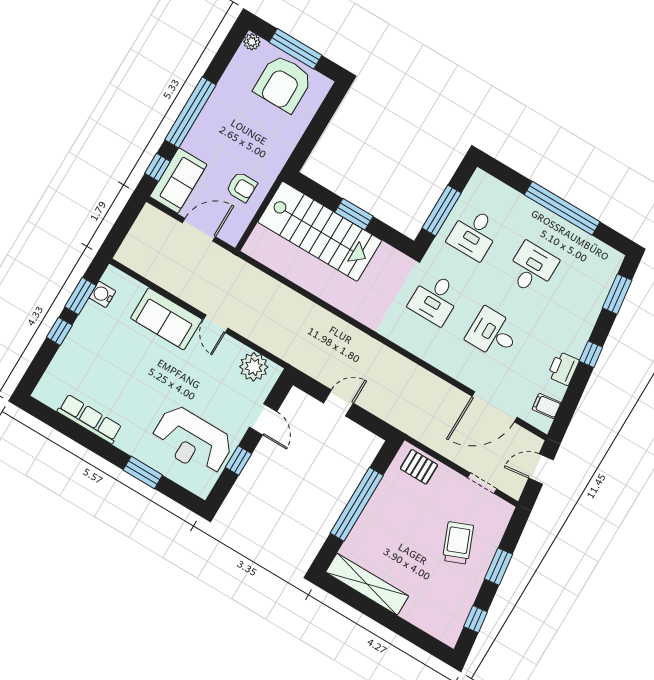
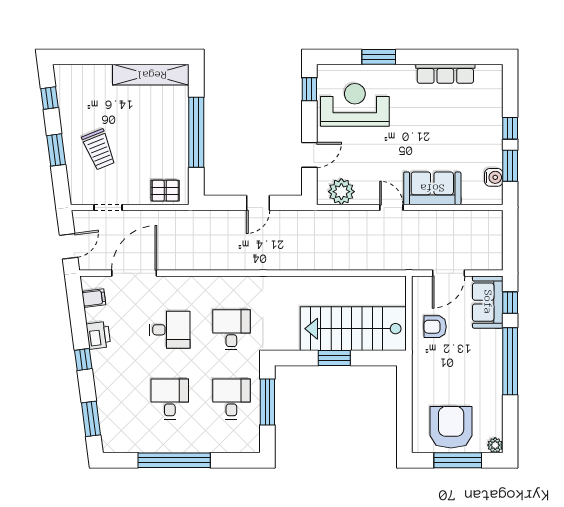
desk: (532, 268) -> (170, 399), turned 180
door: (263, 419) -> (309, 155), swing flipped
window: (239, 460) -> (309, 89), moved

